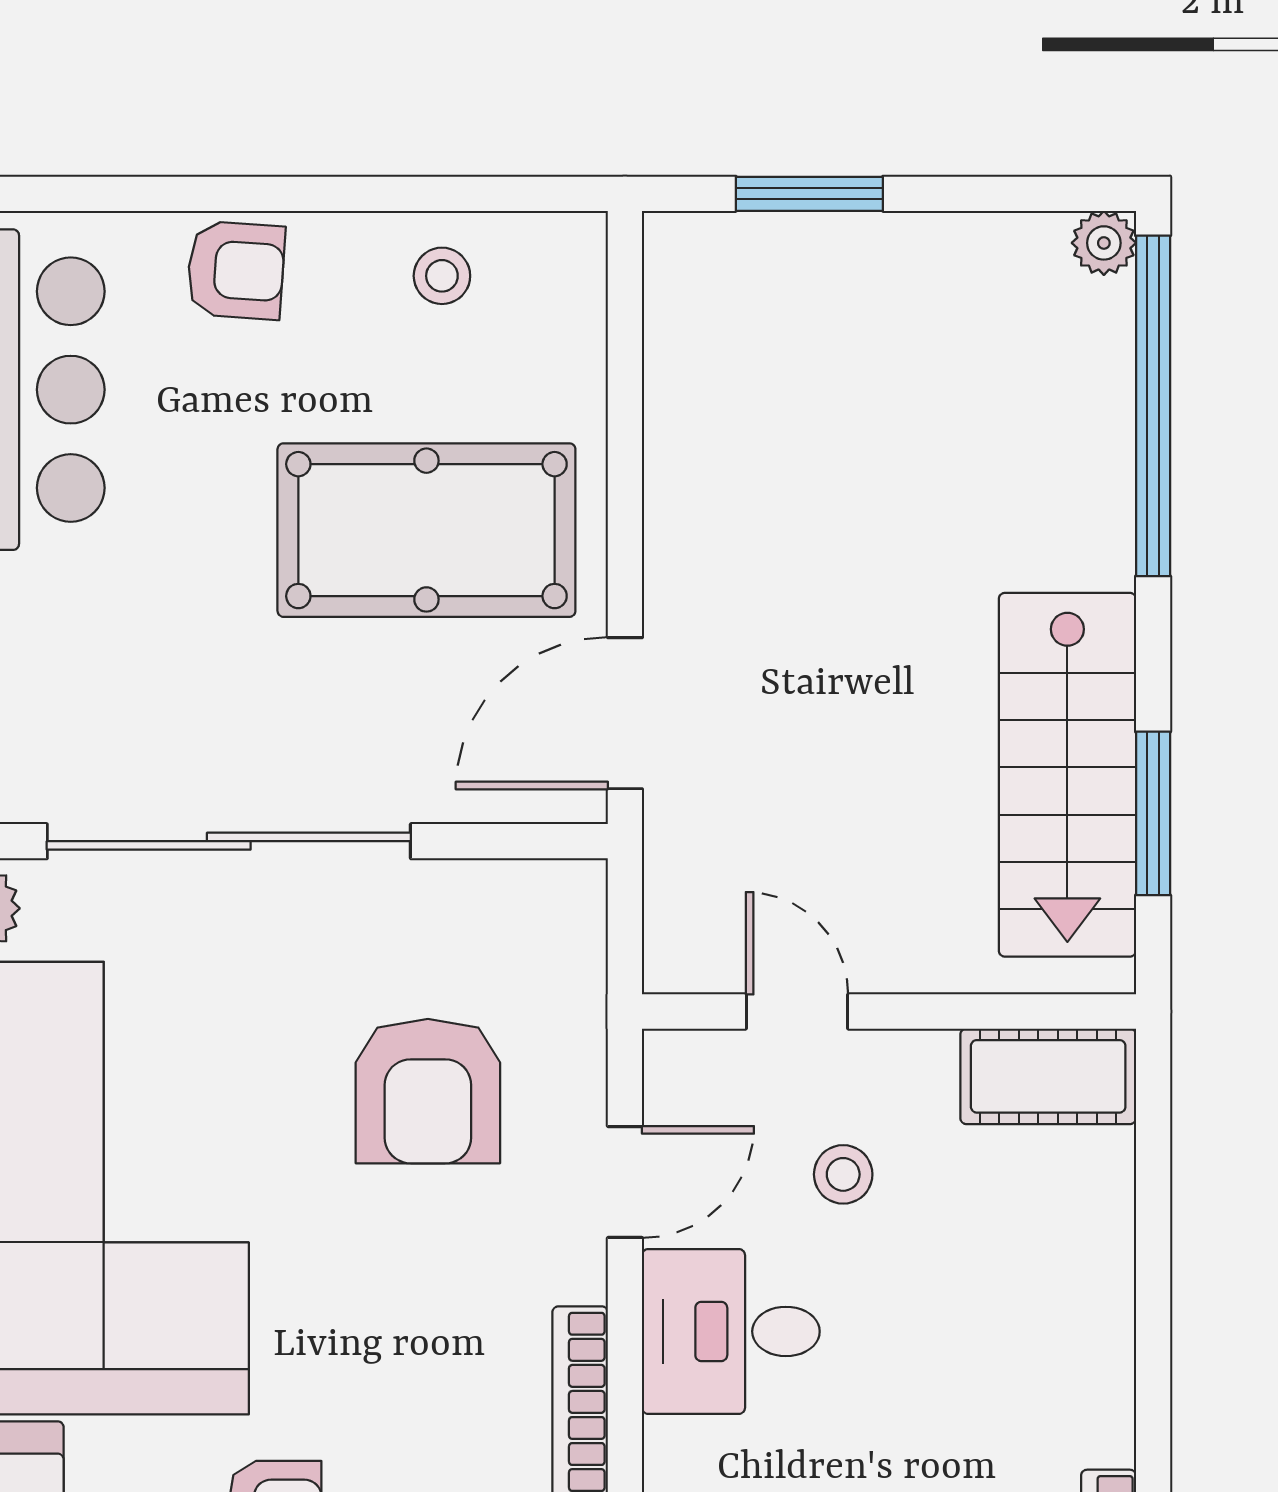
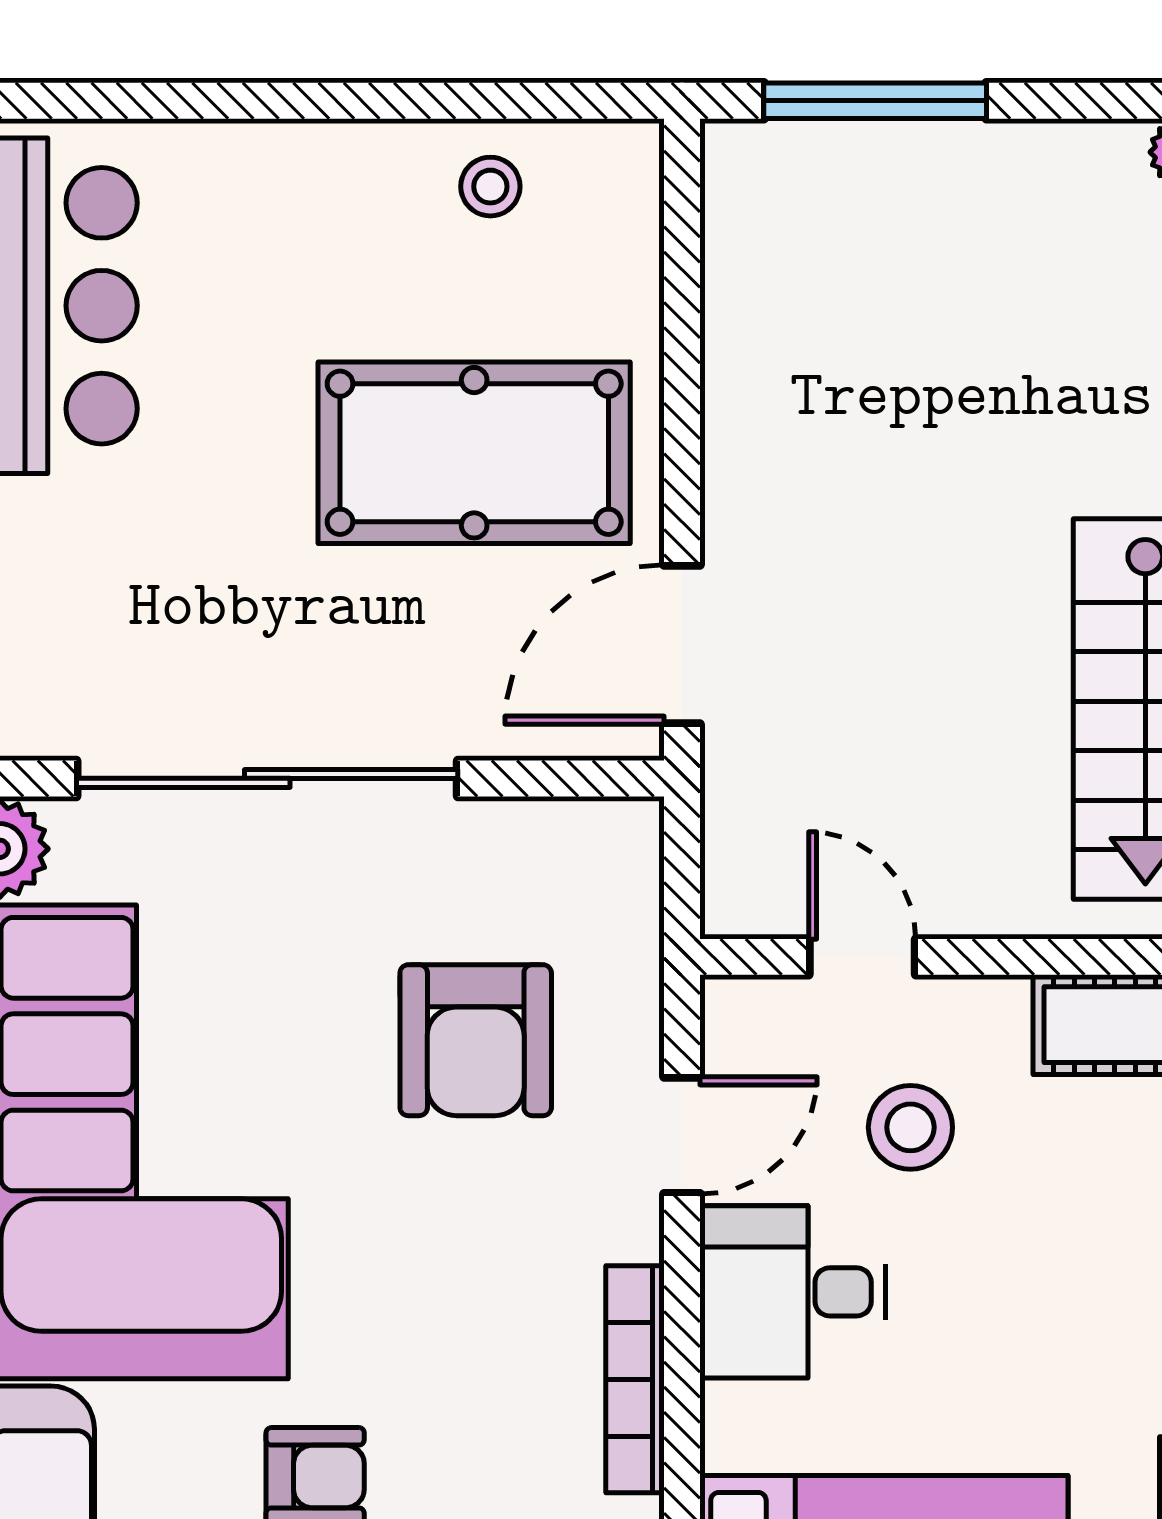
window: (809, 194) -> (875, 101), width x1.44
armchair: (236, 270) -> (275, 181), removed
stool: (843, 1174) -> (910, 1127), width x1.37, depth x1.37

